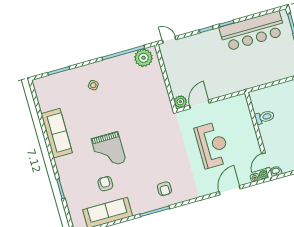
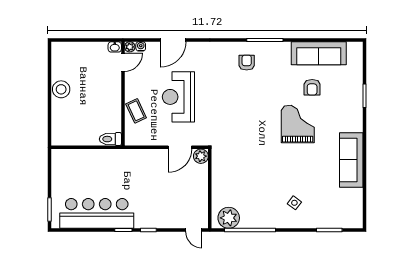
toilet: (264, 117) -> (110, 139), moved
coffee table: (244, 124) -> (136, 111), added

